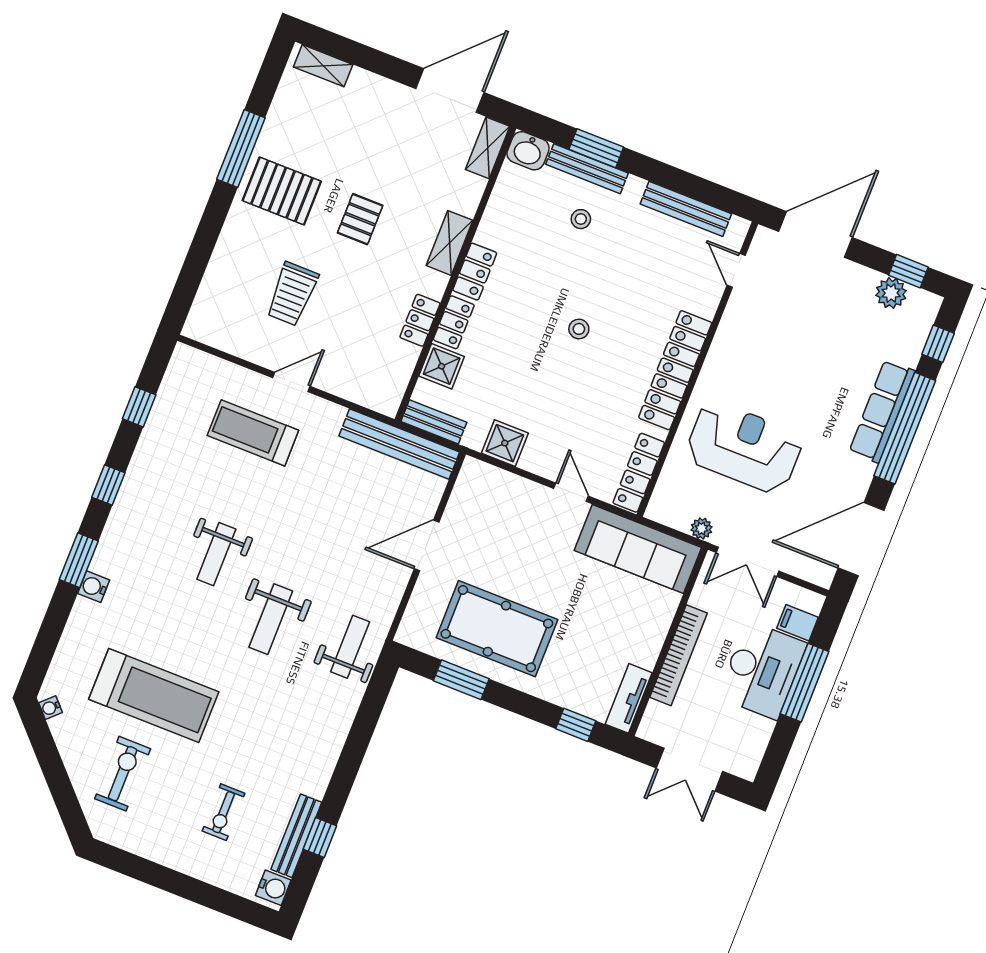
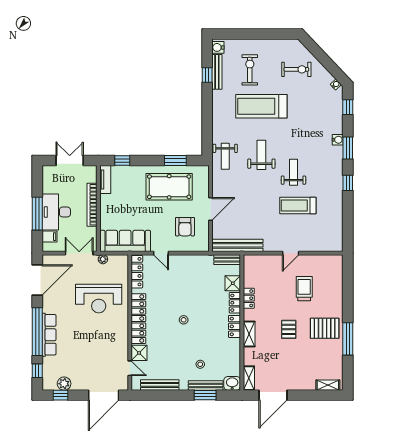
window: (139, 407) -> (348, 107), moved
treadmill: (253, 433) -> (298, 206), moved, turned 180
shower: (505, 443) -> (139, 353), moved
armchair: (497, 529) -> (185, 227), added
treadmill: (154, 696) -> (261, 106), moved
exercise bike: (123, 774) -> (296, 69), turned -90
exercise bike: (224, 812) -> (250, 70), width x1.38, depth x1.39

